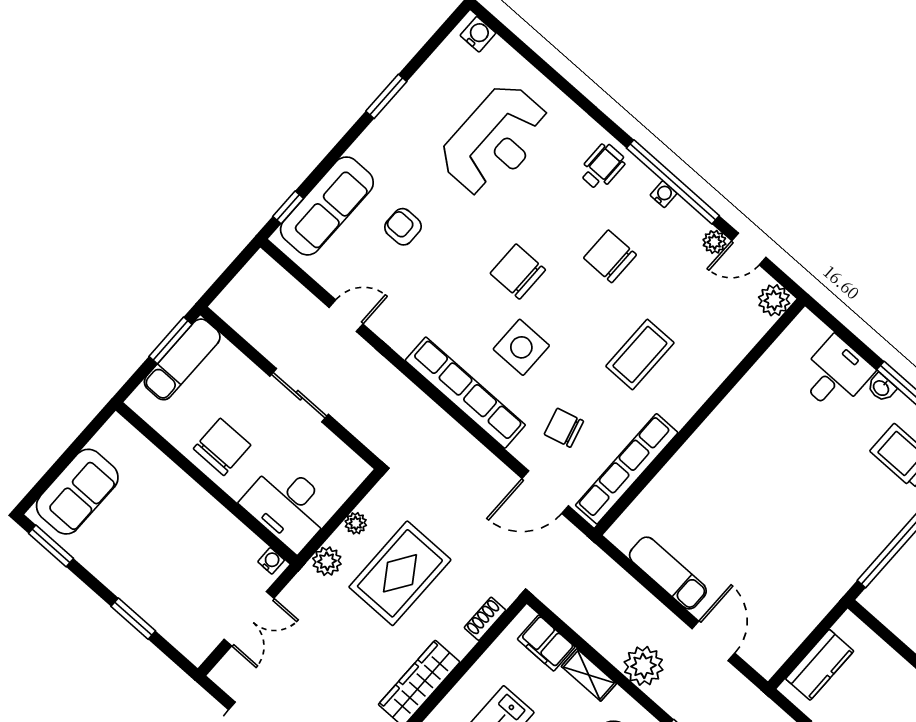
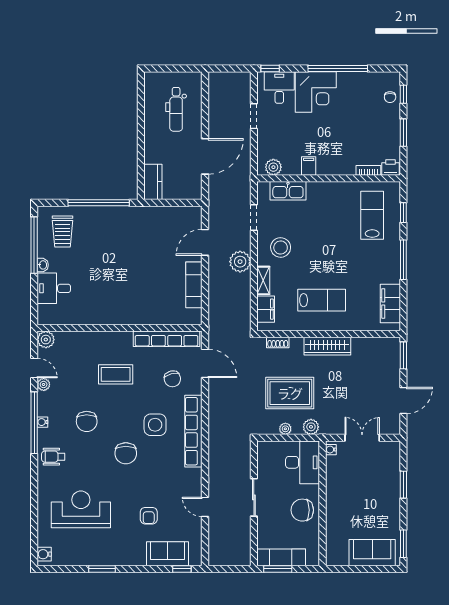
sofa: (327, 206) -> (167, 554), width x0.73
kitchen counter: (820, 665) -> (153, 182), moved, turned 90

